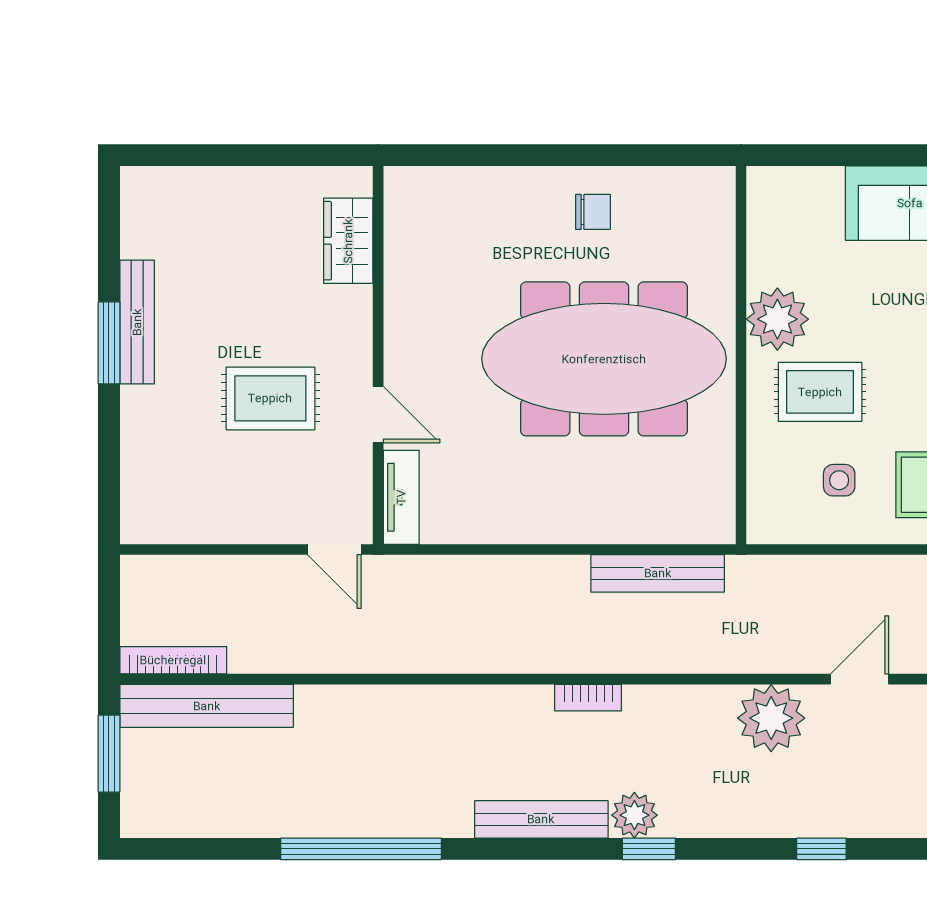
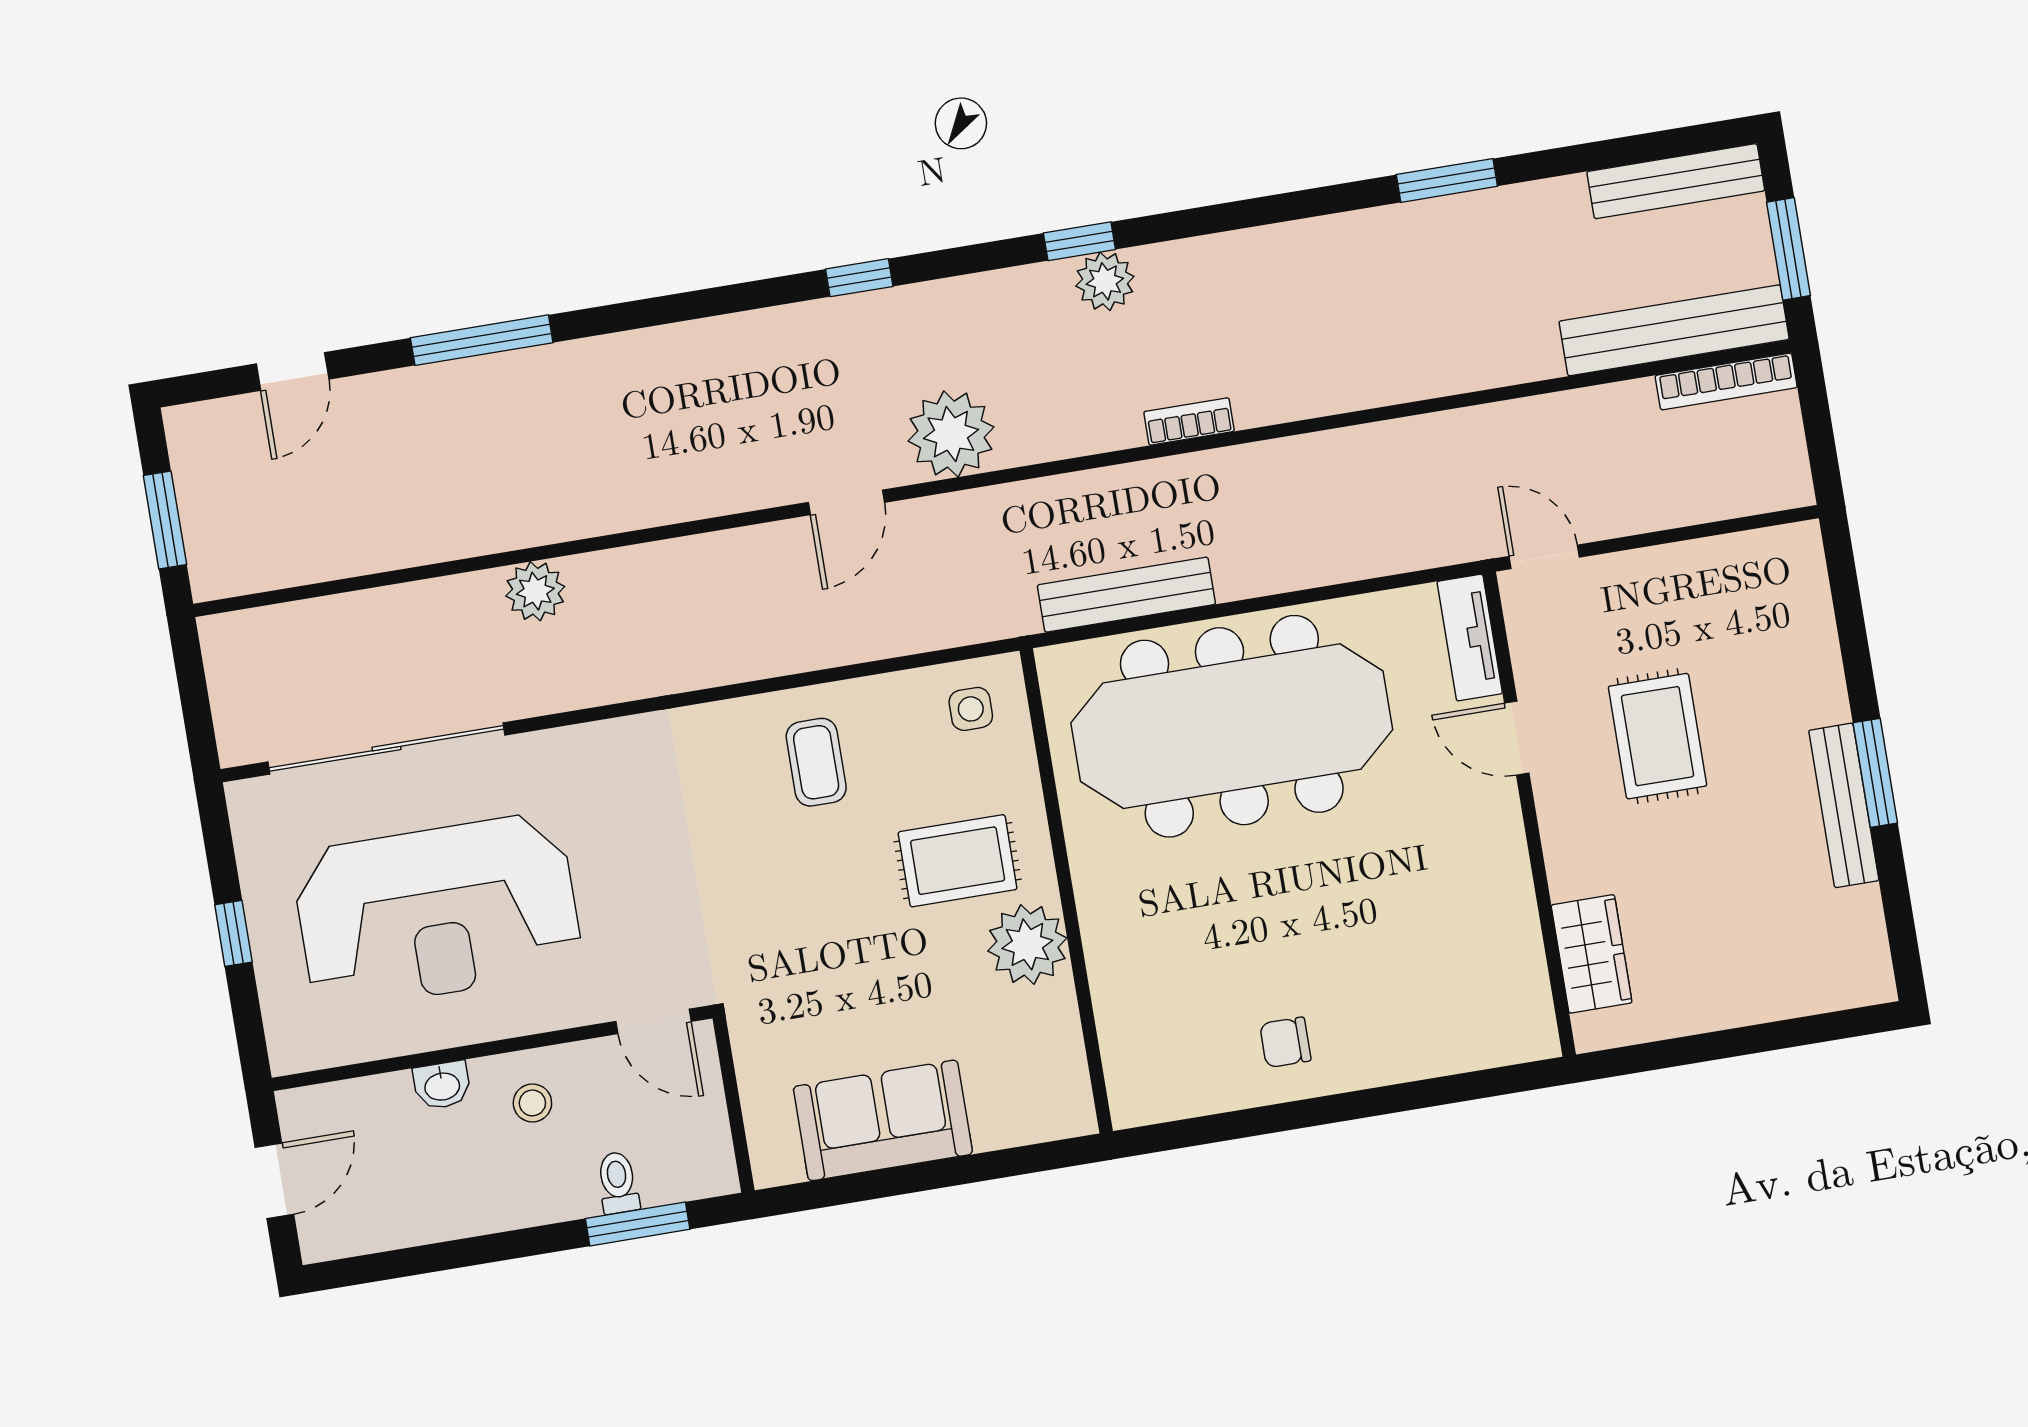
meeting table: (604, 359) -> (1232, 726), moved
rug: (270, 398) -> (1657, 736), turned 90
side table: (839, 480) -> (971, 709), moved
bench: (541, 819) -> (1676, 181), moved
window: (361, 849) -> (1447, 180), width x0.47

